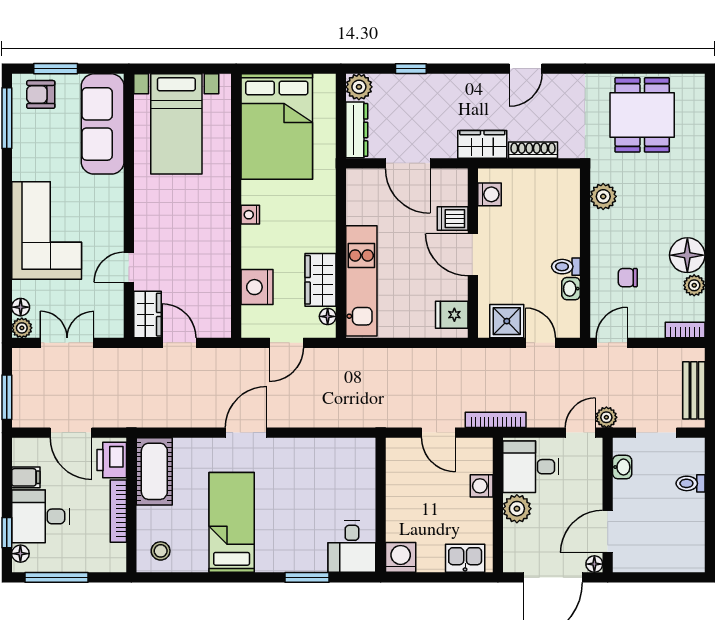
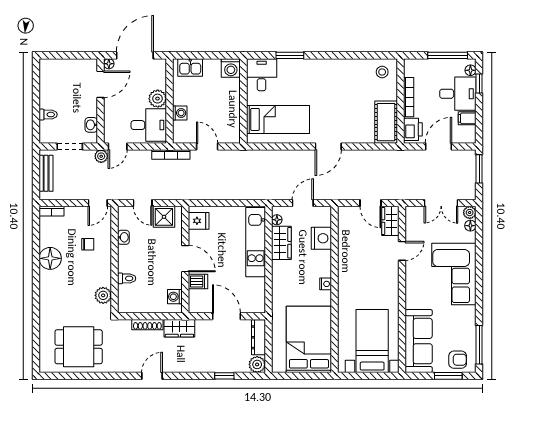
dining table: (642, 115) -> (79, 347), turned 90
toilet: (566, 267) -> (127, 278), moved
plant: (694, 285) -> (46, 239), removed
door: (71, 433) -> (439, 146), hinge flipped
bed: (232, 522) -> (278, 119), moved, turned -90

